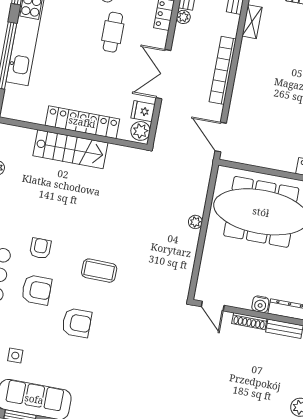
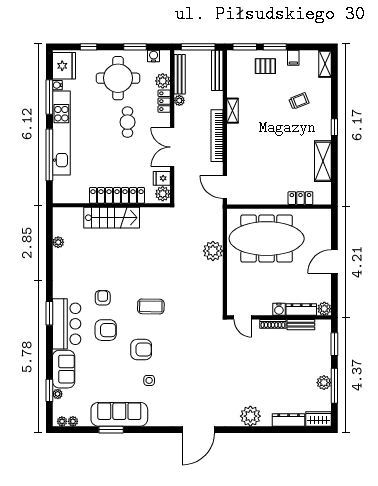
shelving: (252, 22) -> (232, 111), moved
plant: (195, 222) -> (213, 251), width x1.88, depth x1.88
side table: (15, 356) -> (149, 380), moved

